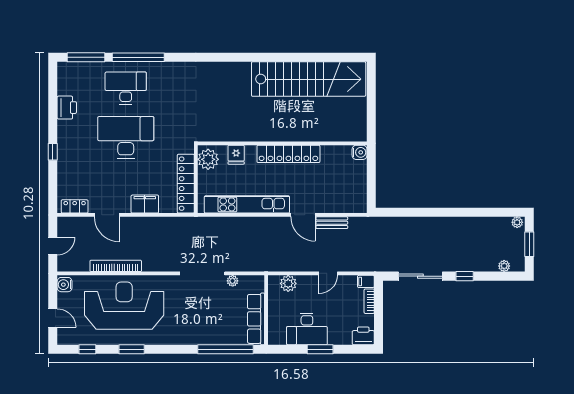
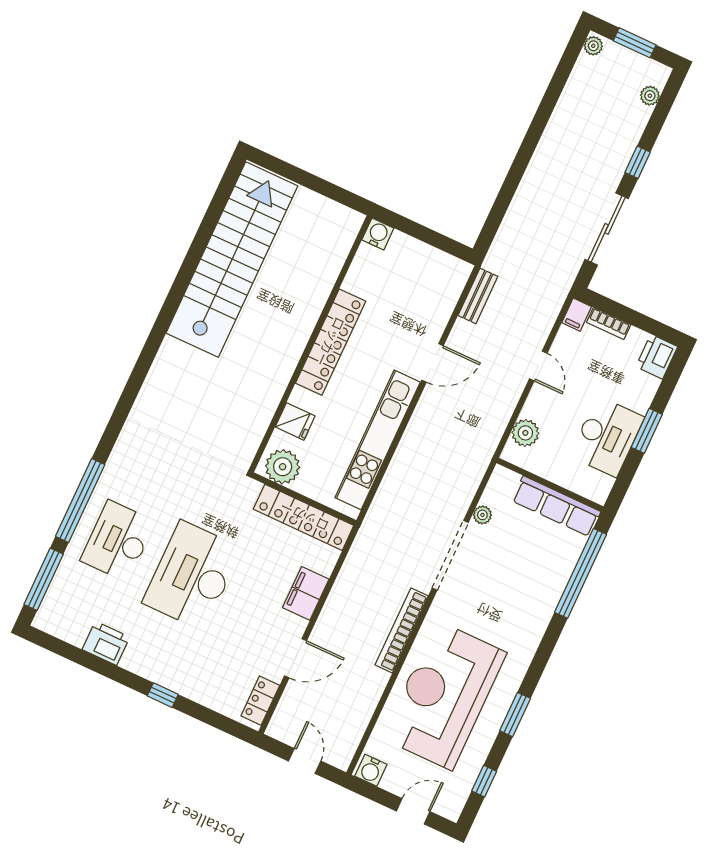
bench: (332, 223) -> (478, 296), moved
bookcase: (116, 266) -> (402, 630), moved

